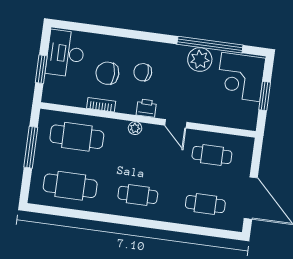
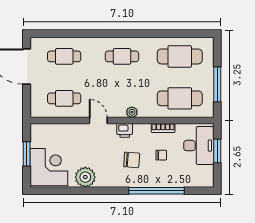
window: (210, 45) -> (157, 191), moved
desk: (65, 53) -> (199, 146), moved
chair: (107, 73) -> (161, 155), width x0.54, depth x0.54

